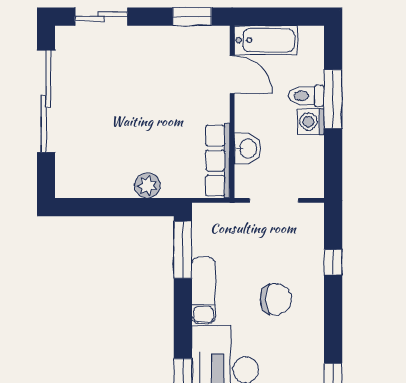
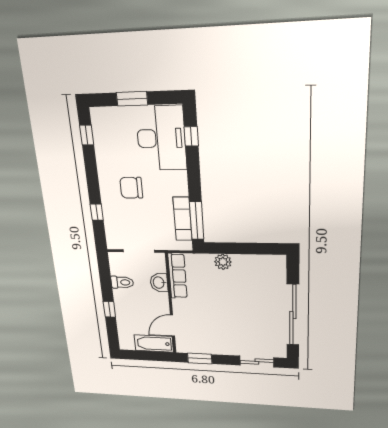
door: (232, 75) -> (172, 325), hinge flipped
toilet: (306, 96) -> (122, 282), moved
window: (333, 99) -> (109, 309), width x0.46
washing machine: (311, 122) -> (121, 297), removed
exam couch: (203, 290) -> (183, 219), moved

